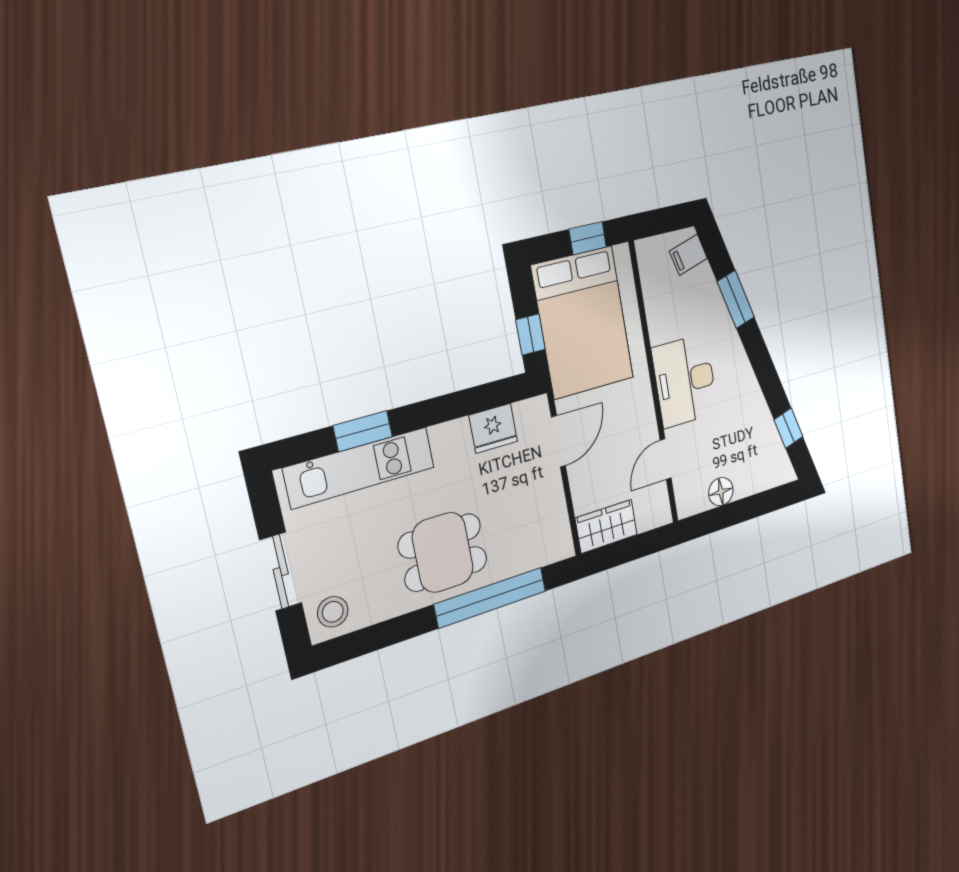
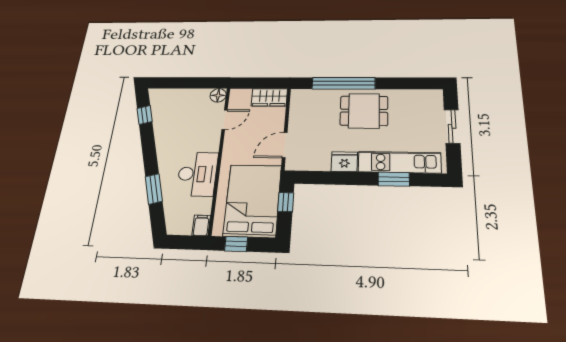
filing cabinet: (688, 255) -> (201, 225), moved, turned -74
desk: (685, 381) -> (197, 174), moved
fridge: (493, 428) -> (344, 162), moved
floor lamp: (721, 492) -> (218, 95), moved
stool: (333, 612) -> (429, 101), removed

